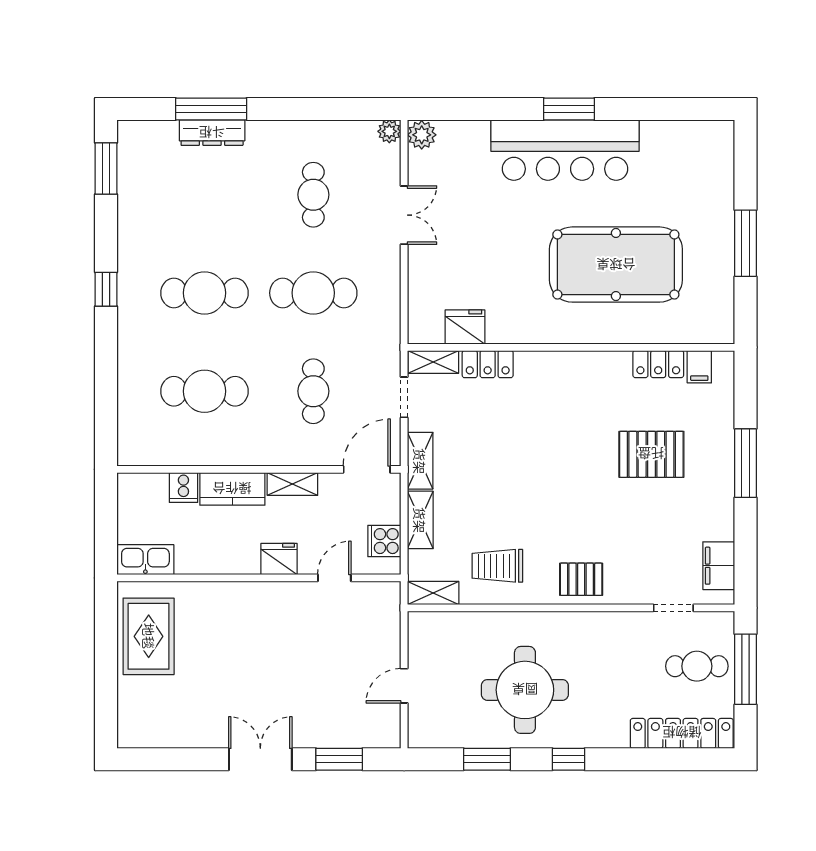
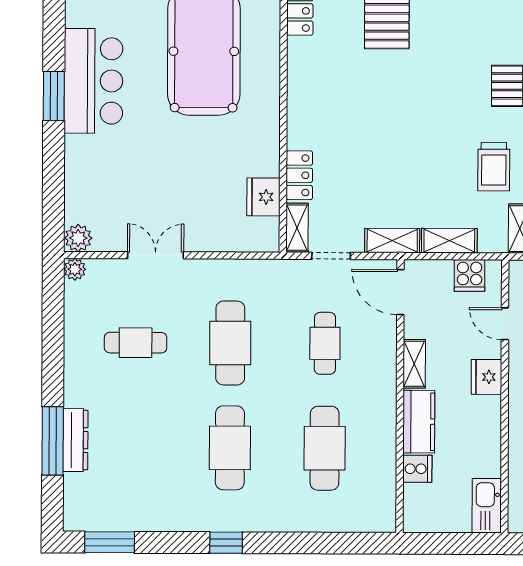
bar counter: (565, 150) -> (93, 81), width x0.73
cafe table: (313, 391) -> (325, 343), turned 90

